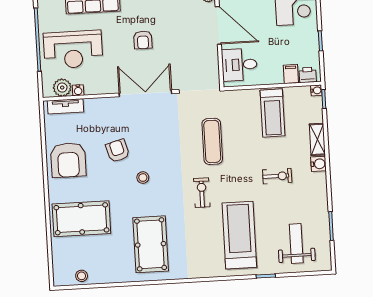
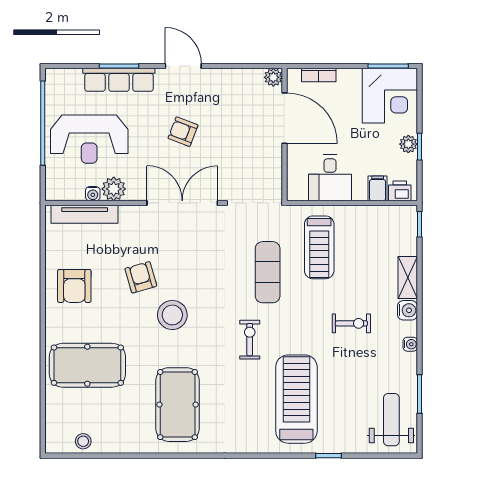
plant: (312, 39) -> (408, 144), added
armchair: (143, 40) -> (183, 132), turned 111
desk: (239, 65) -> (330, 178), moved, turned -90
plant: (62, 88) -> (114, 189), moved
water cooler: (316, 90) -> (410, 344), moved
tv unit: (66, 106) -> (85, 214), width x1.41
treadmill: (273, 113) -> (319, 247), moved
armchair: (68, 160) -> (74, 286), width x0.73, depth x0.73
stool: (143, 178) -> (172, 315), width x1.89, depth x1.89
weight bench: (296, 244) -> (391, 420), moved

